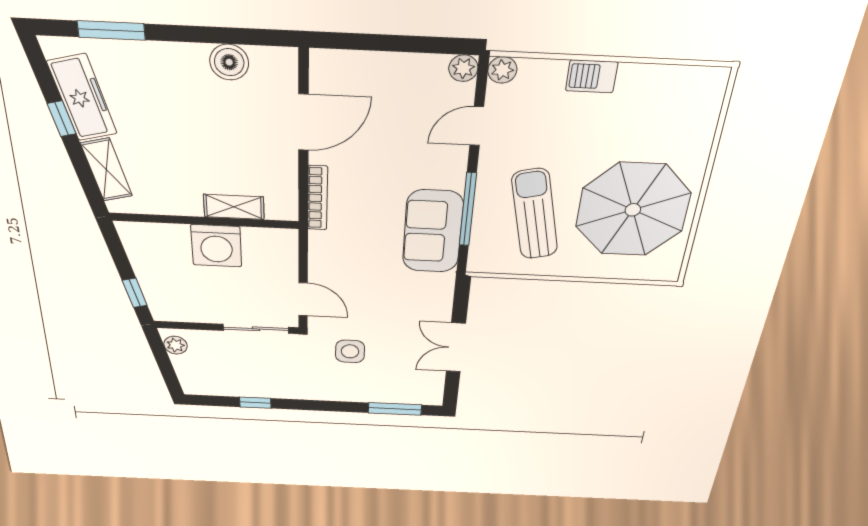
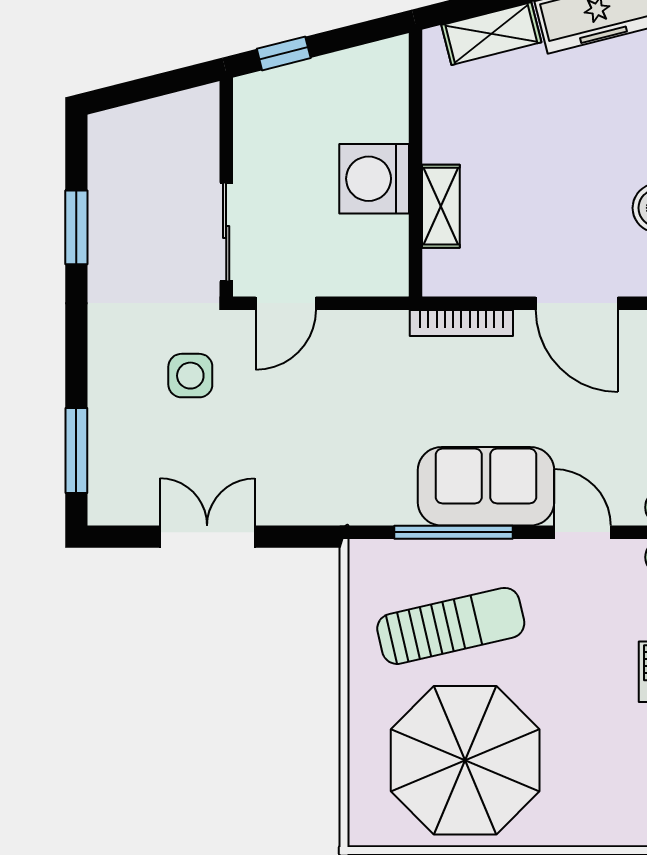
sofa: (433, 232) -> (486, 486), moved
plant: (176, 345) -> (187, 108), removed
window: (255, 403) -> (76, 227), width x1.50

